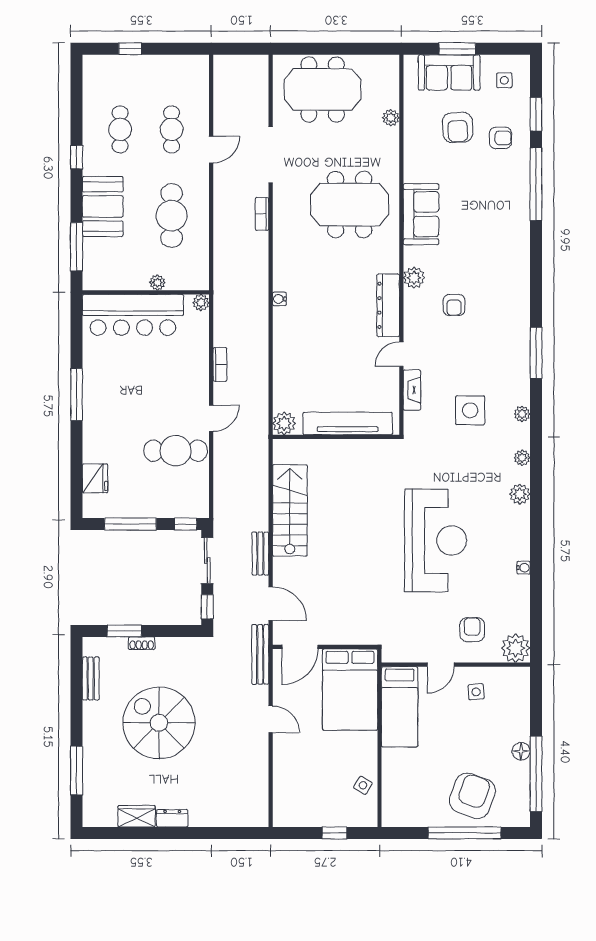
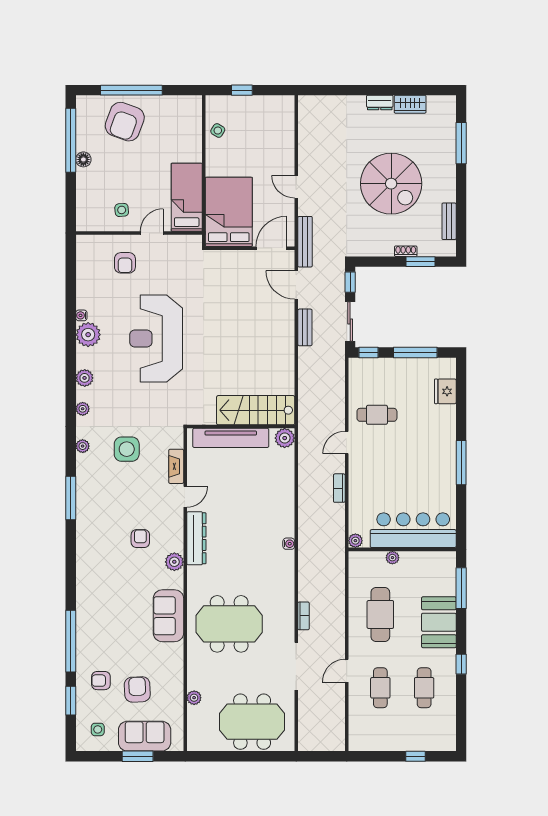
cafe table: (176, 451) -> (377, 415), width x0.73, depth x0.74
stairs: (290, 510) -> (256, 410), moved, turned 90
plant: (516, 648) -> (88, 335), moved

